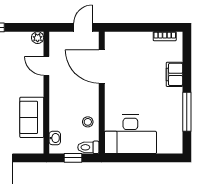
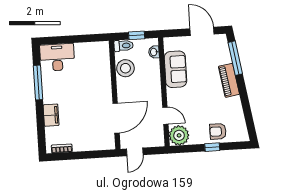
plant: (38, 38) -> (179, 135), width x1.88, depth x1.88
door: (102, 67) -> (116, 118), hinge flipped
stool: (88, 122) -> (125, 68), width x1.89, depth x1.89
desk: (130, 134) -> (57, 57), moved, width x0.73, depth x0.77

